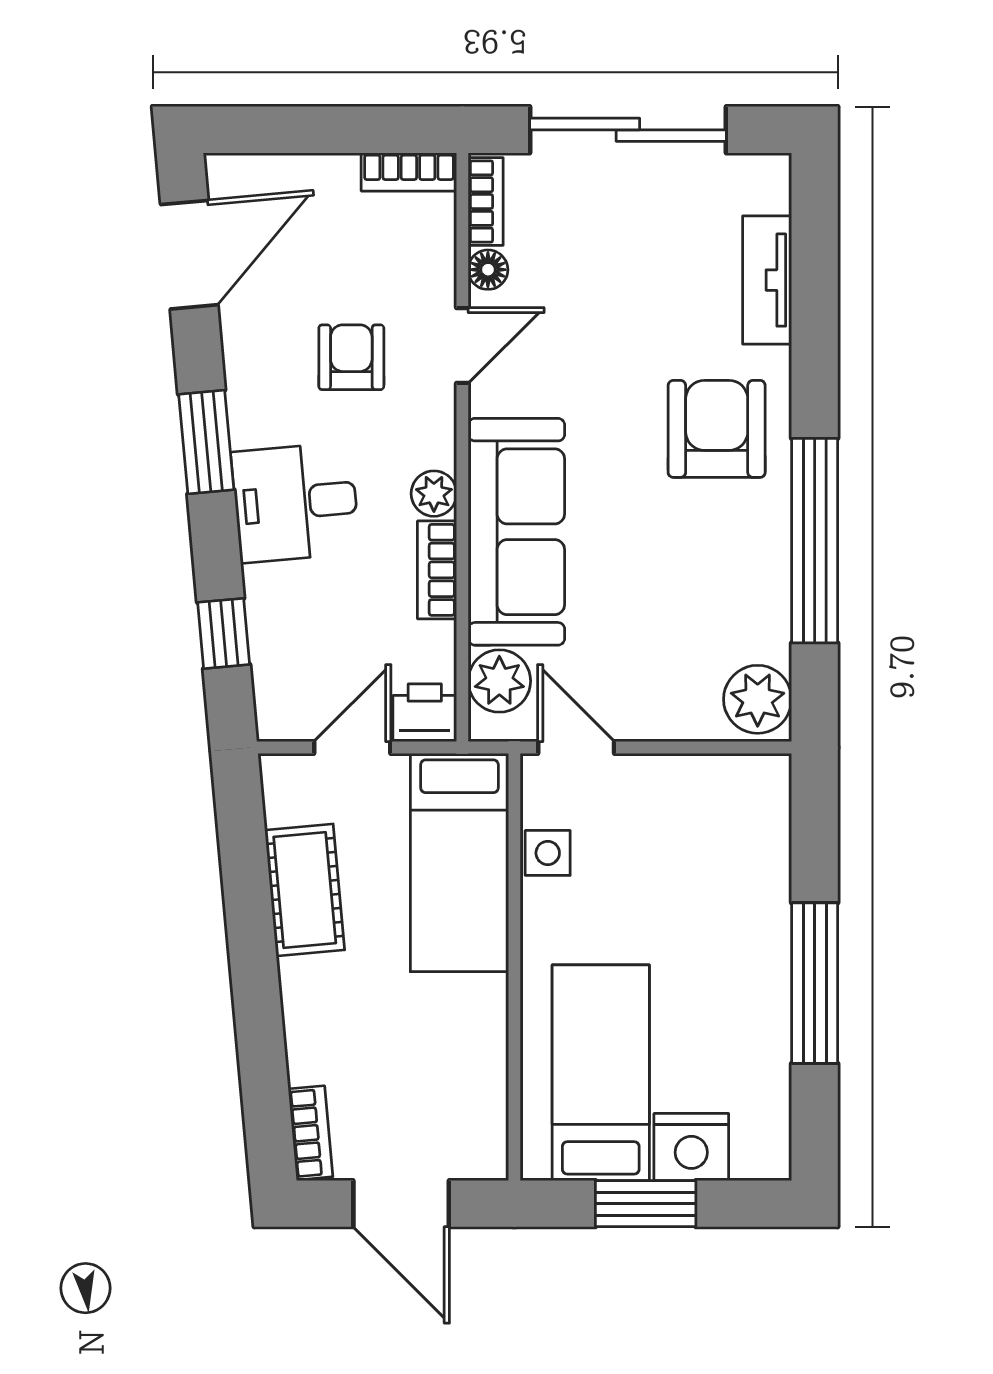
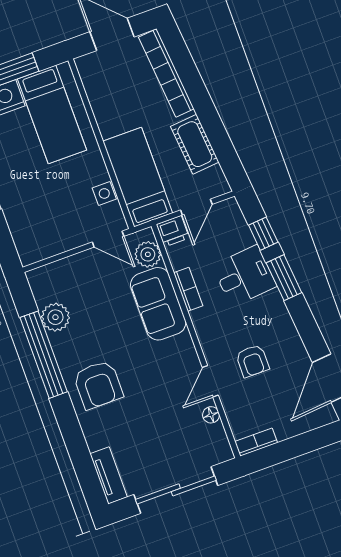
bookcase: (486, 202) -> (222, 441), removed
tv unit: (767, 280) -> (109, 475), moved
window: (206, 442) -> (284, 278), moved
plant: (434, 494) -> (200, 319), removed
desk: (295, 502) -> (244, 276), moved
sofa: (516, 532) -> (158, 304), width x0.73
plant: (758, 699) -> (55, 317), moved
bookcase: (311, 1133) -> (166, 73), width x2.31, depth x1.31

